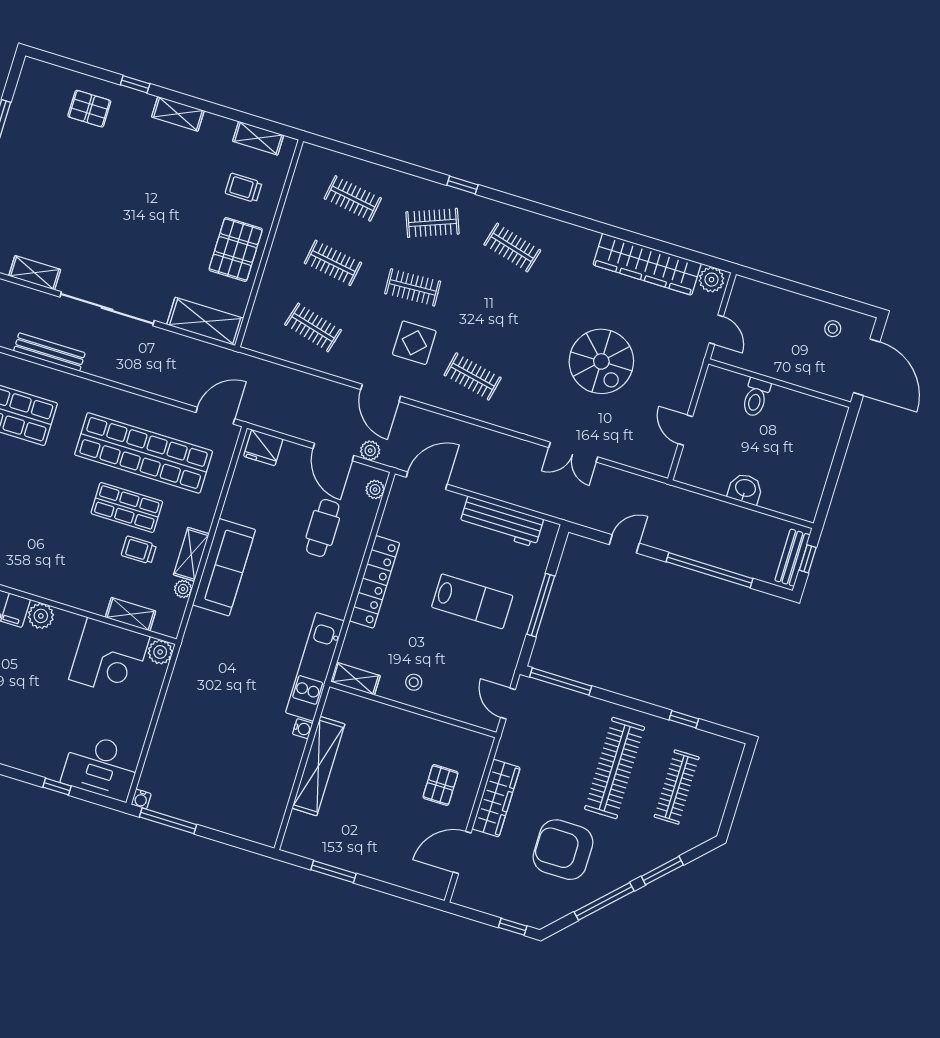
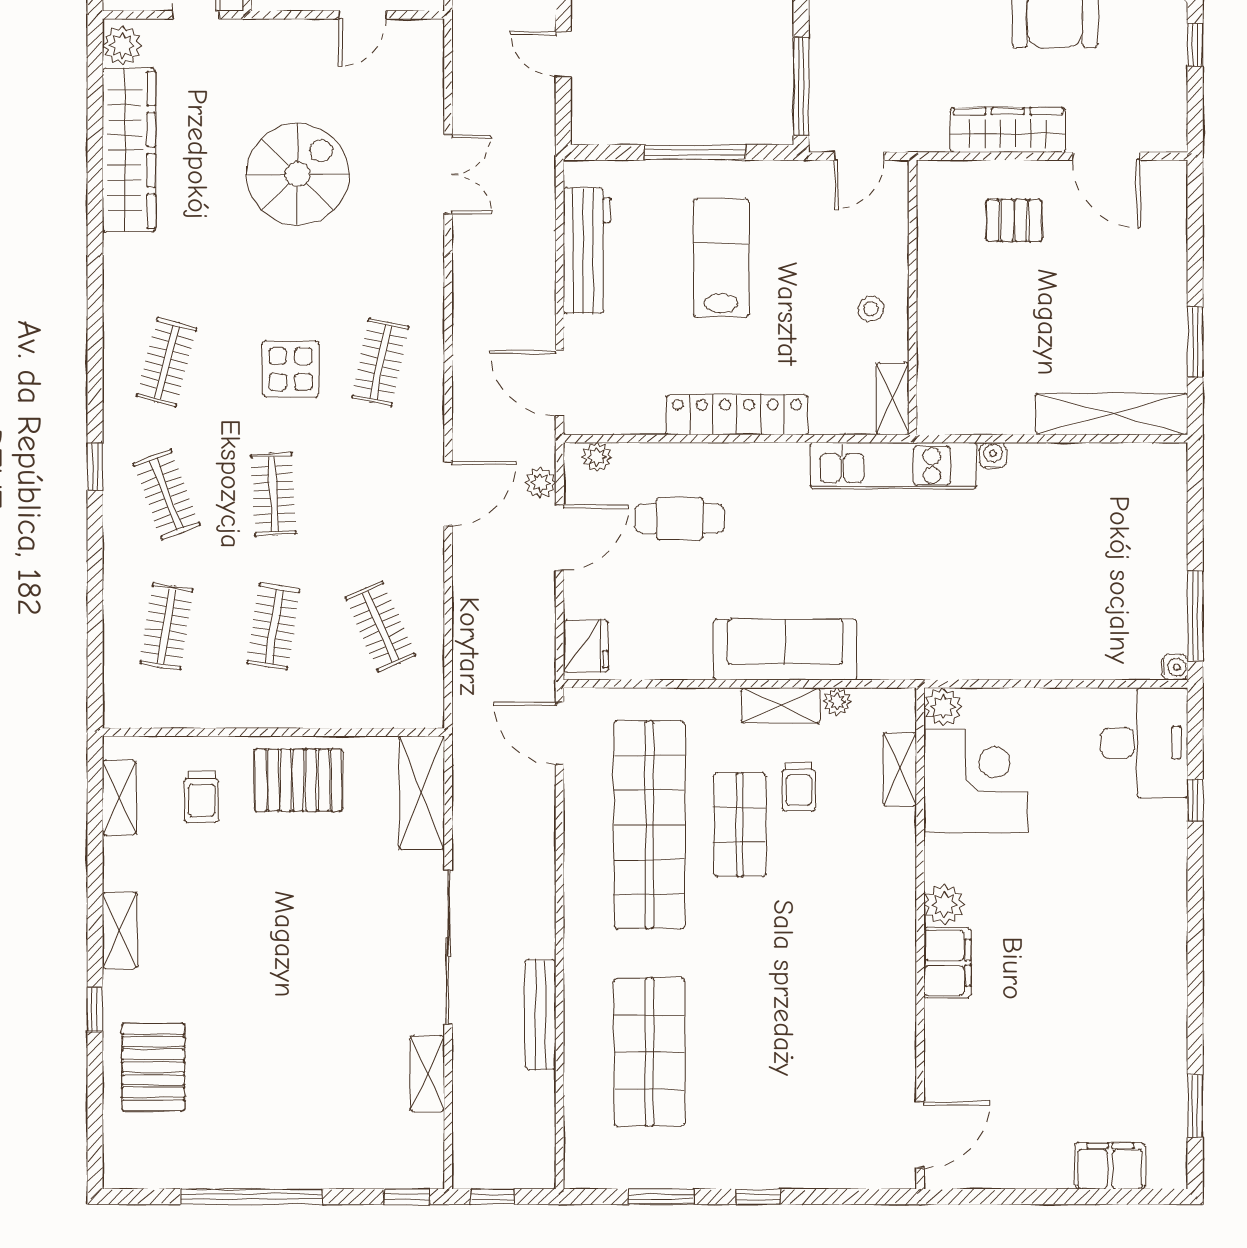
pallet: (89, 109) -> (153, 1067), width x1.50, depth x1.42
clothes rail: (313, 327) -> (380, 626), turned -39
display table: (414, 343) -> (291, 369), moved
shelving: (318, 766) -> (1112, 414), moved

